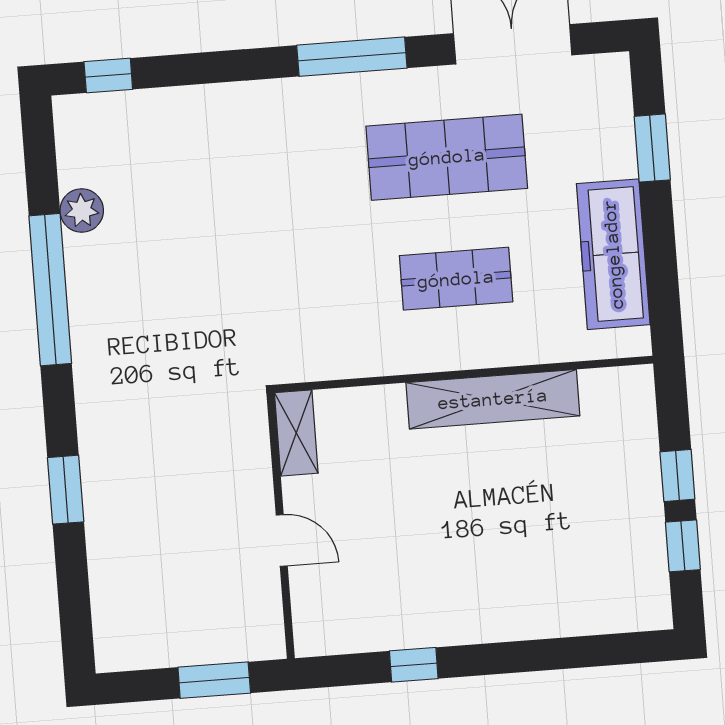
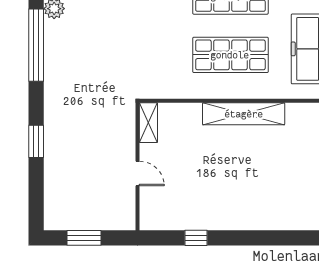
shop shelf: (456, 279) -> (230, 55), width x1.43, depth x1.36
window: (214, 680) -> (84, 238), moved

